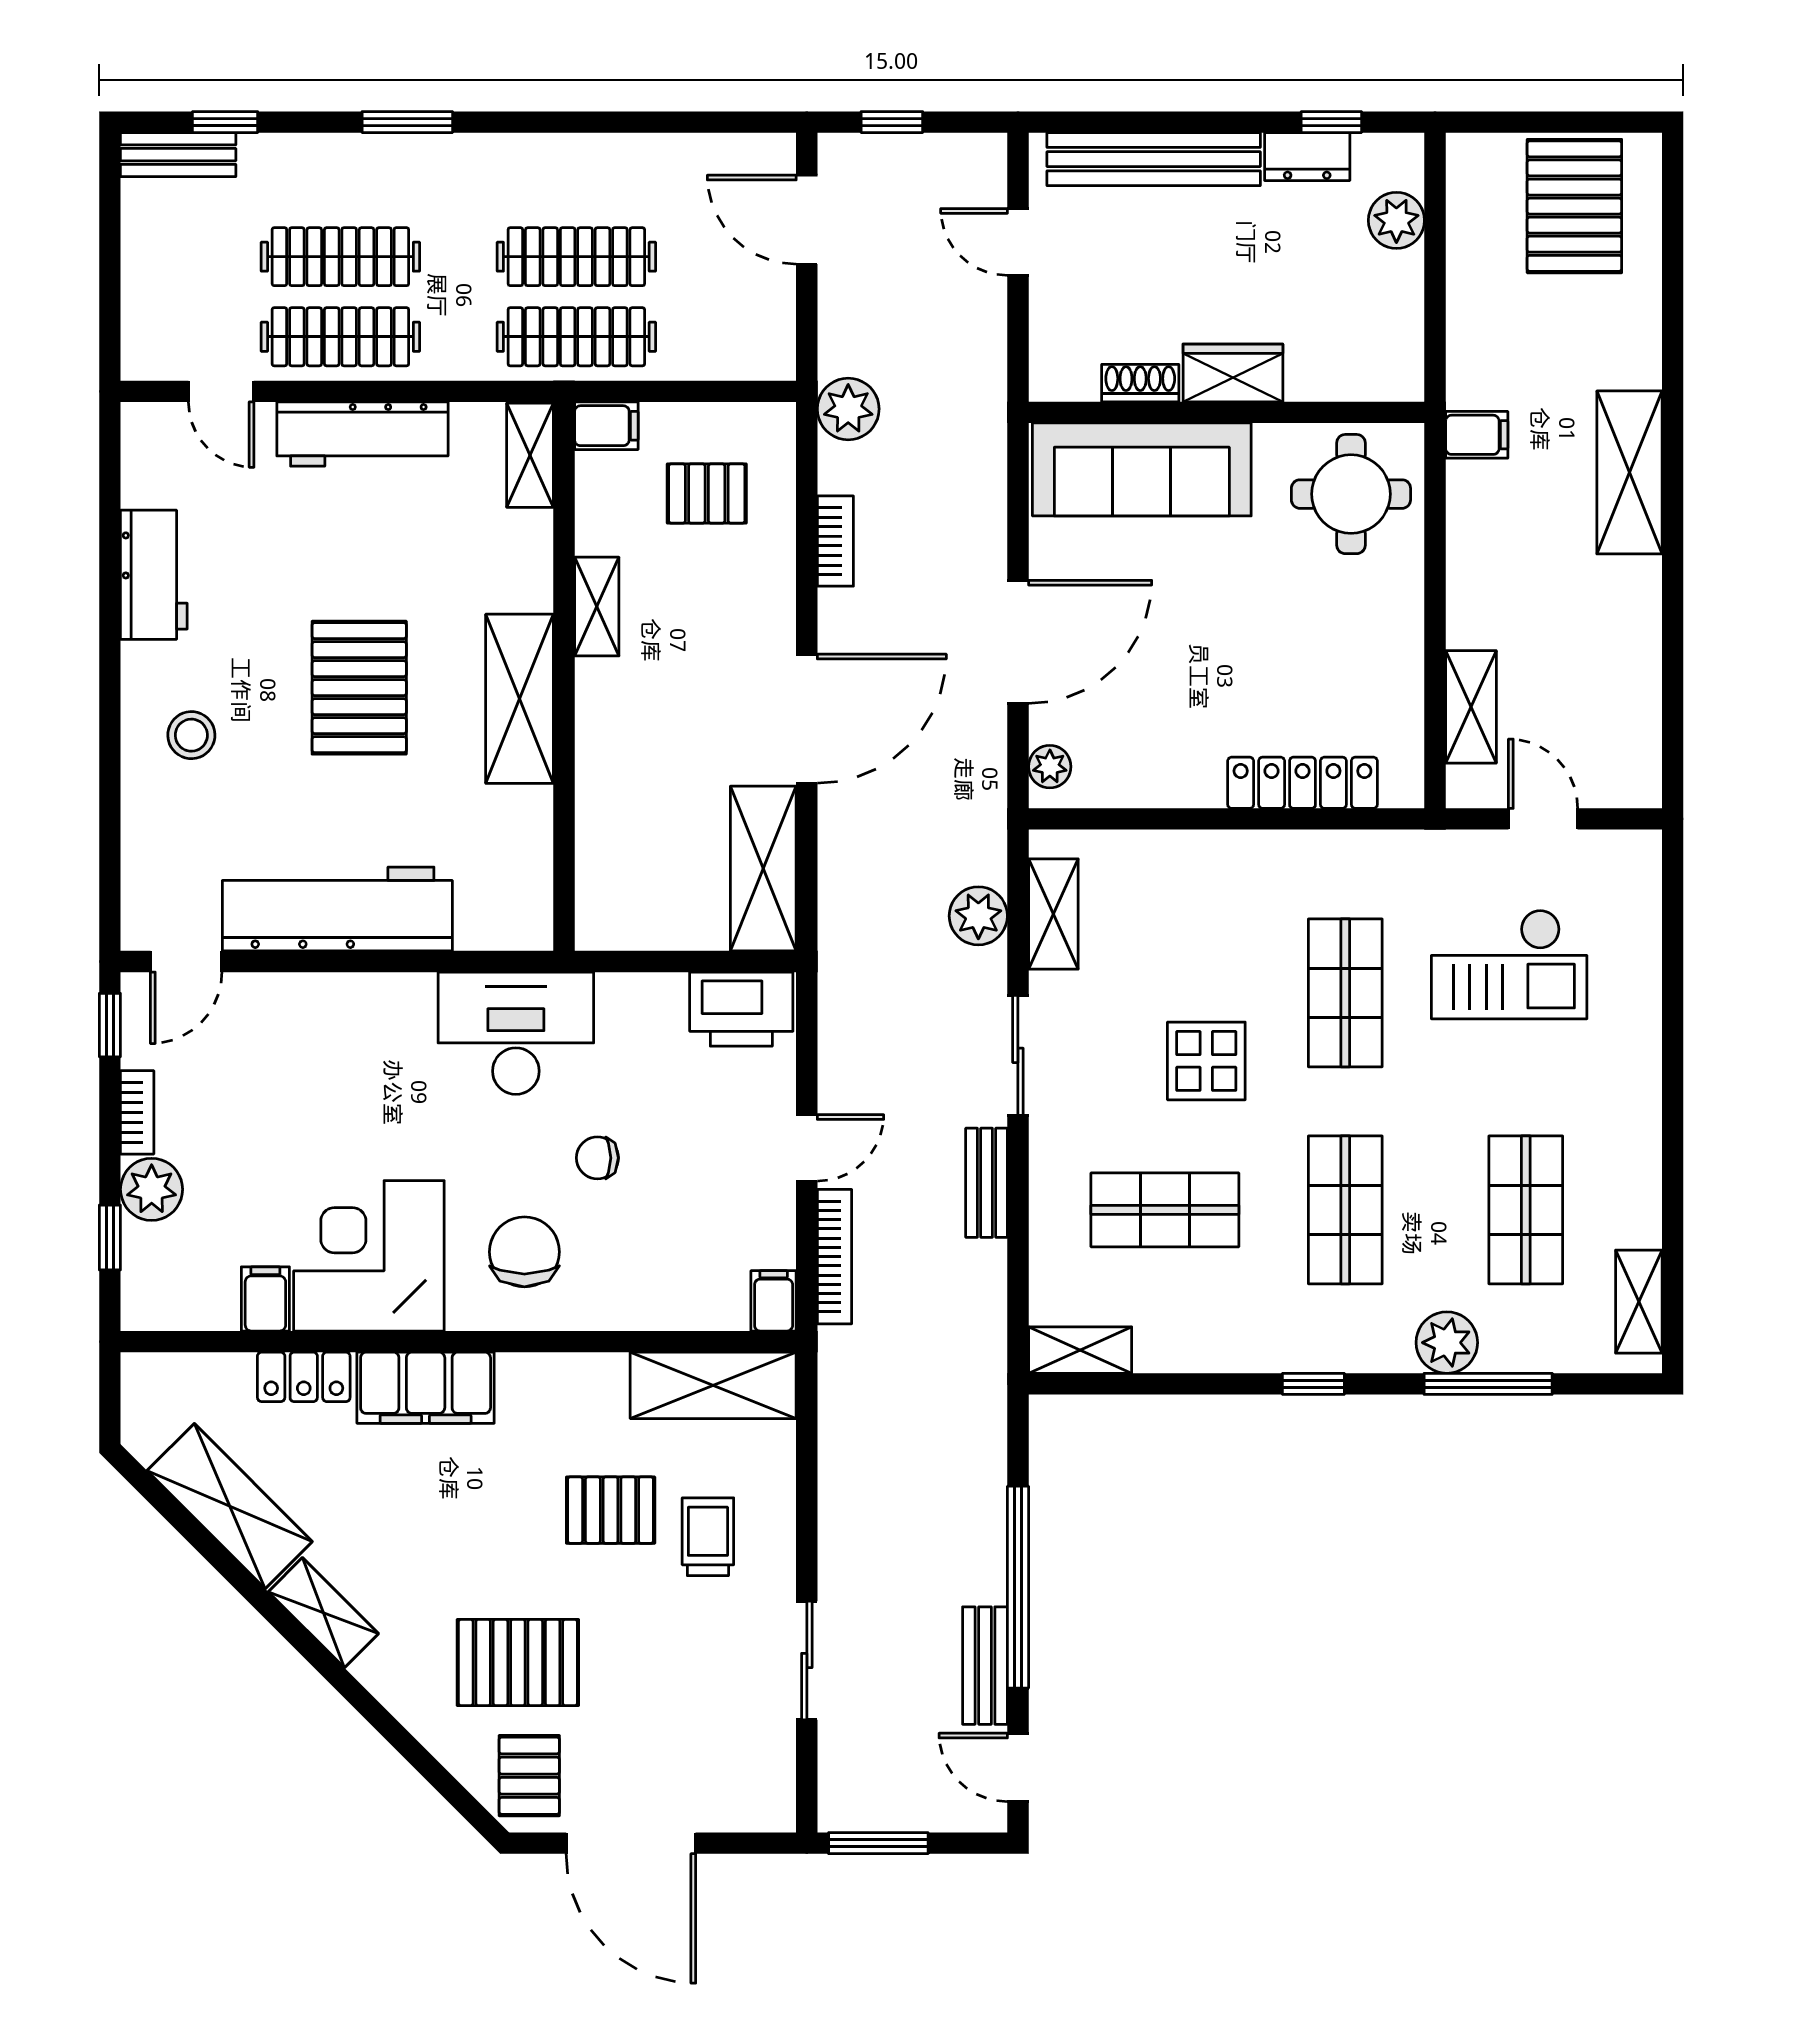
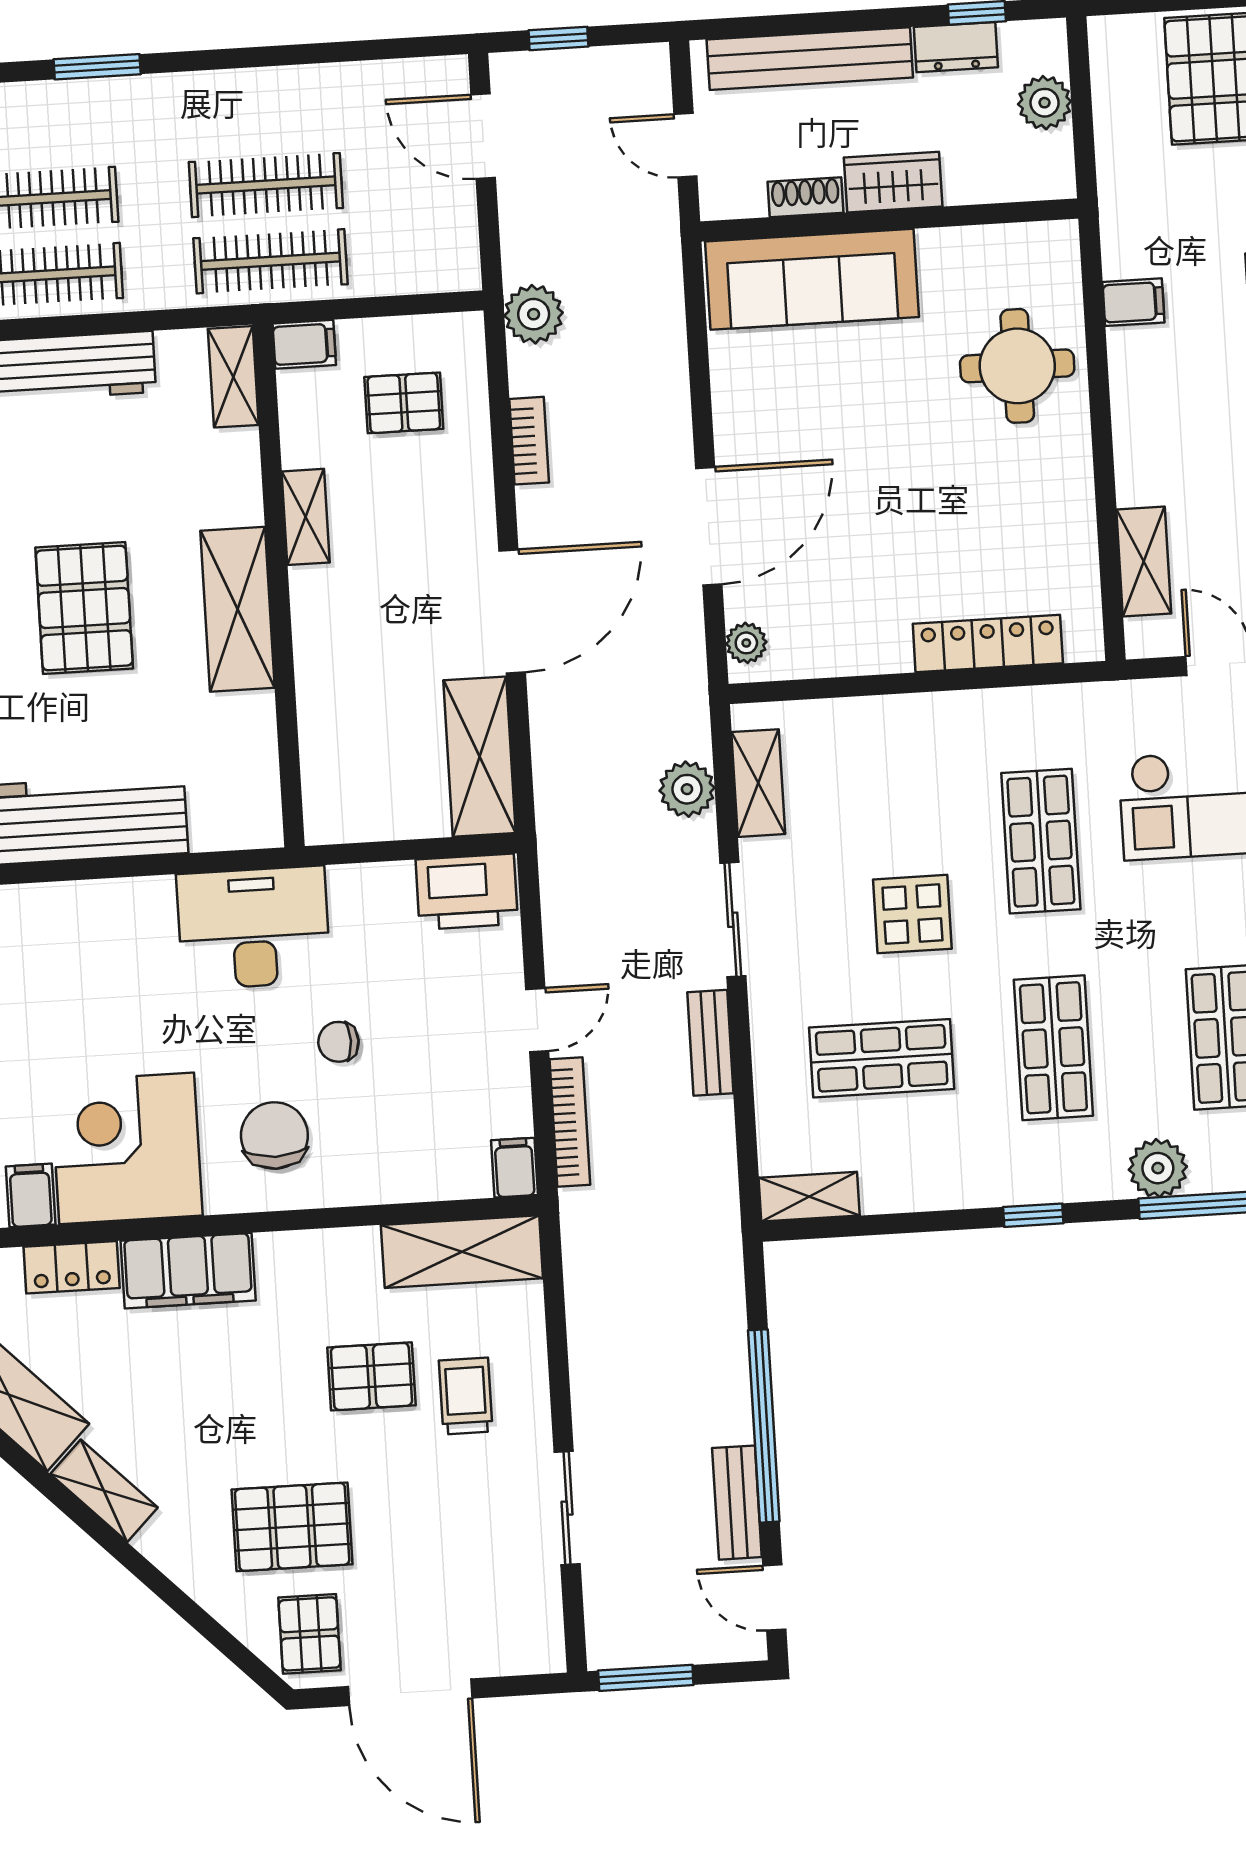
wardrobe: (1233, 373) -> (893, 182), moved
shoe rack: (1140, 383) -> (805, 197), moved
wall: (1227, 412) -> (889, 220), moved
sofa: (1142, 469) -> (812, 279), moved

